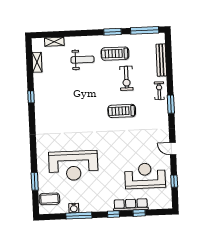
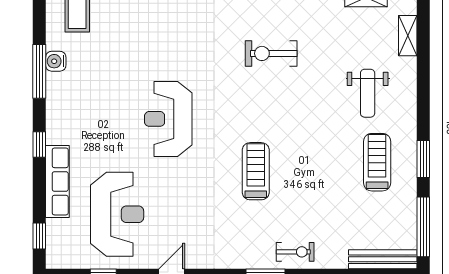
bench: (161, 60) -> (383, 259), moved
exercise bike: (126, 78) -> (271, 53), moved
reception desk: (73, 166) -> (168, 119), moved, width x0.74, depth x0.77
window: (139, 213) -> (39, 236), moved

